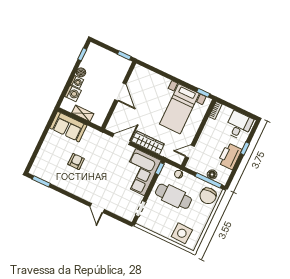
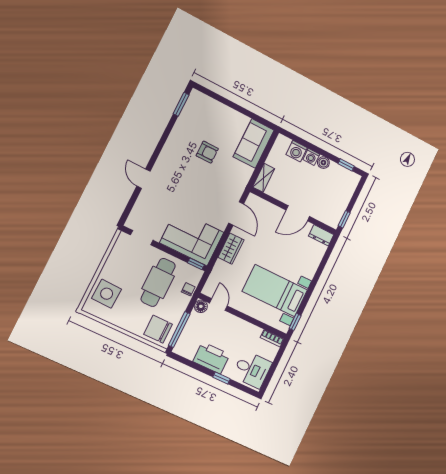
dresser: (137, 73) -> (321, 235), added
shelving: (83, 113) -> (264, 178), moved
wardrobe: (148, 143) -> (231, 249), width x0.67
floor lamp: (212, 175) -> (201, 306), moved
door: (97, 208) -> (144, 179), hinge flipped

